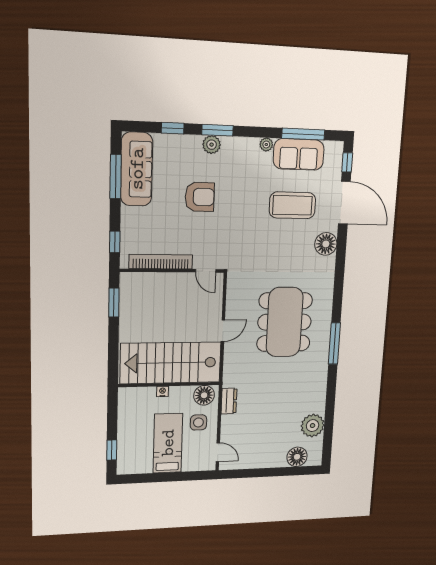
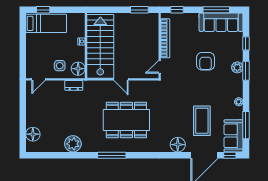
sofa: (299, 154) -> (233, 136), moved
plant: (313, 426) -> (73, 144), moved
bed: (168, 443) -> (46, 23), moved

